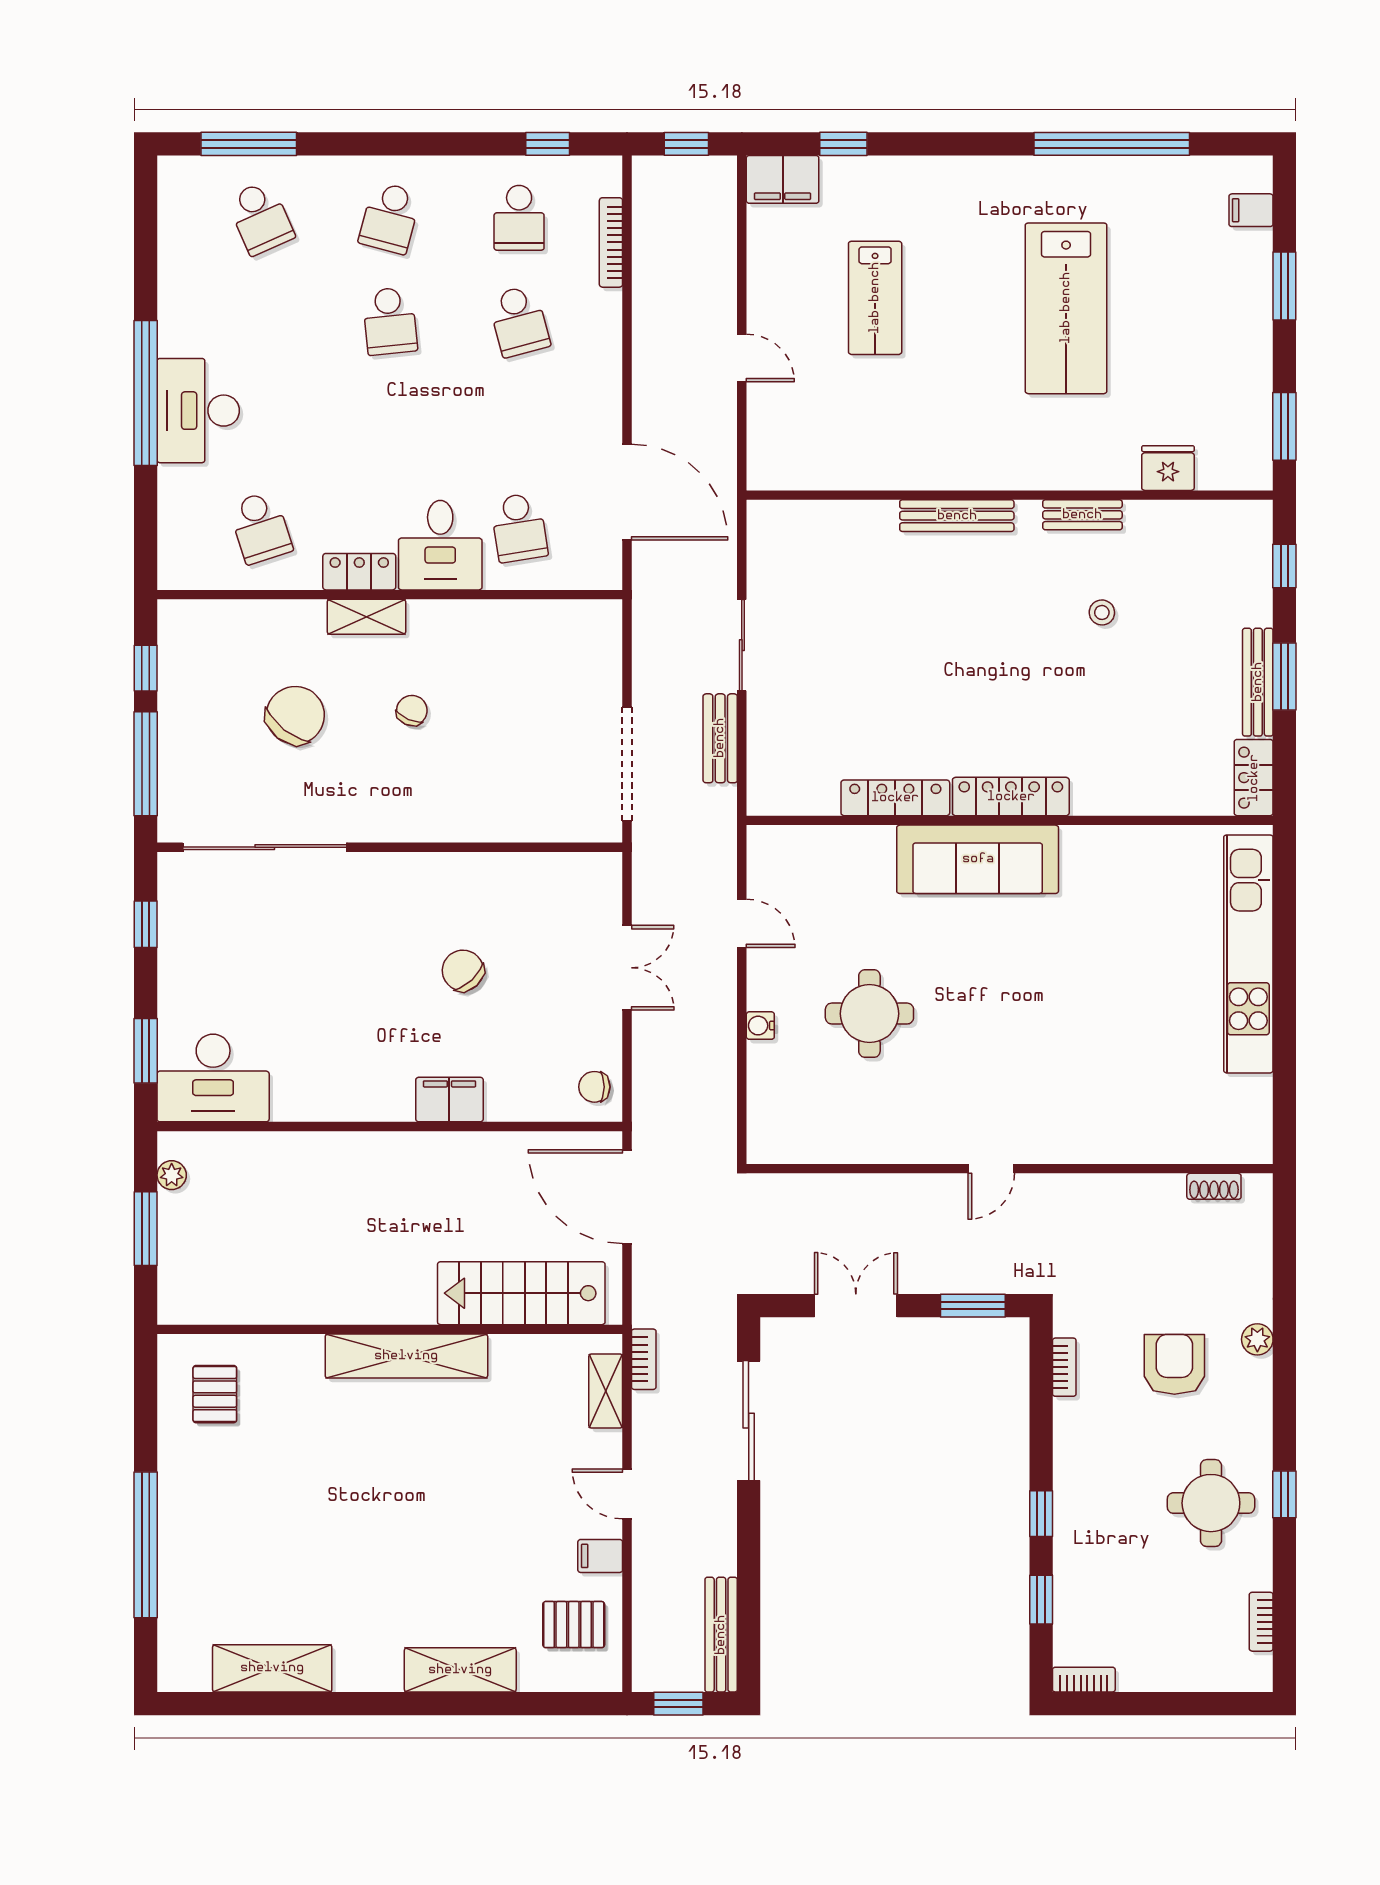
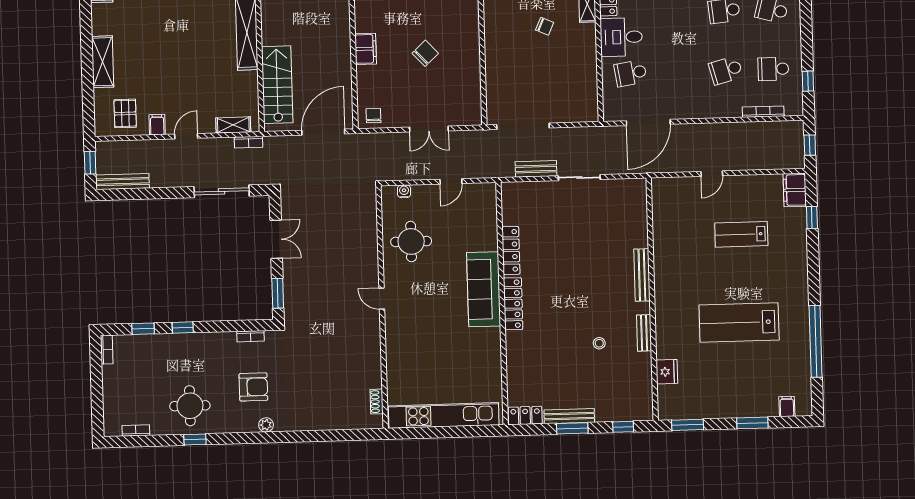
door: (991, 1169) -> (382, 299), moved
wall: (1010, 1169) -> (382, 307), moved
shoe rack: (1214, 1186) -> (377, 402), moved

